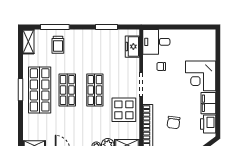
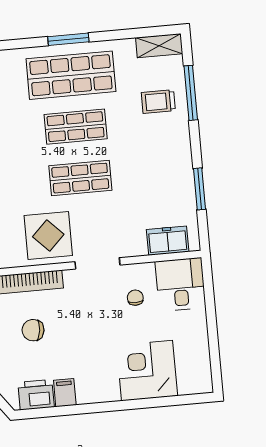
corner desk: (201, 76) -> (147, 371), moved
filing cabinet: (208, 103) -> (65, 393), width x0.50

